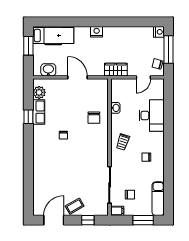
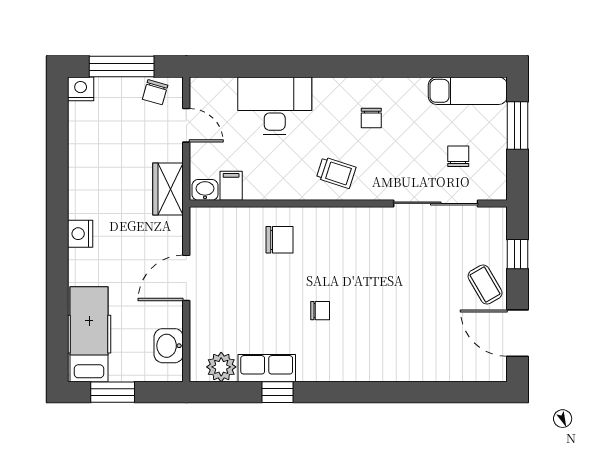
washbasin: (115, 108) -> (205, 190), moved
filing cabinet: (117, 211) -> (231, 186), moved

